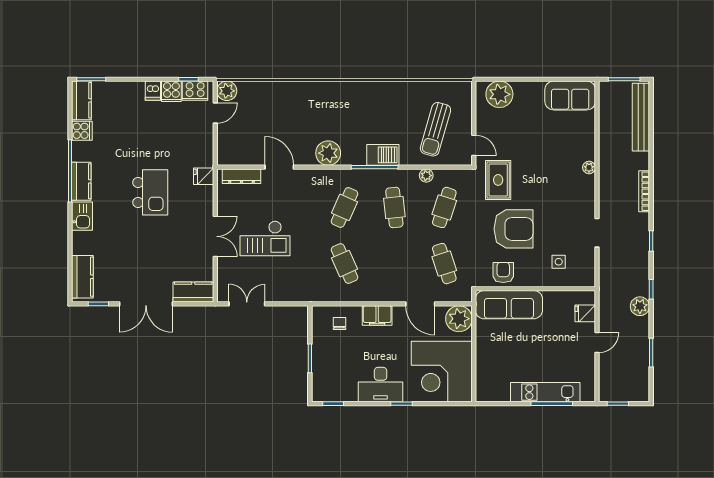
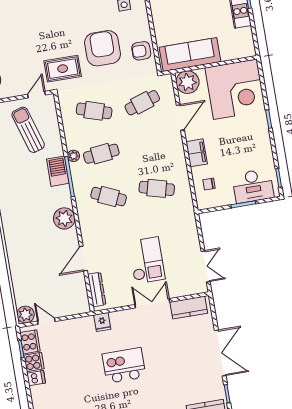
sun lounger: (435, 129) -> (28, 130), turned -123
plant: (426, 176) -> (73, 156), moved
cafe table: (344, 264) -> (157, 188), turned 39
kitchen counter: (193, 292) -> (189, 308), moved, turned -90
double door: (247, 304) -> (206, 266), swing flipped
sofa: (509, 305) -> (190, 55), moved, turned -90
desk: (381, 385) -> (253, 186), moved, turned 90

